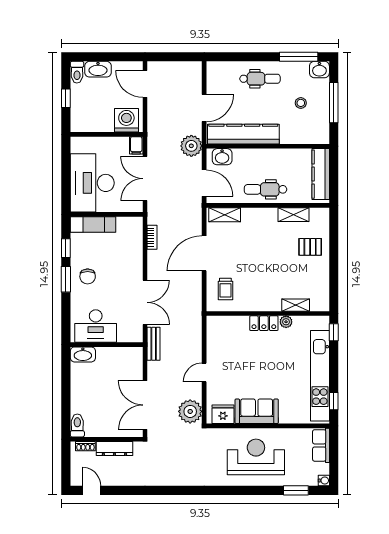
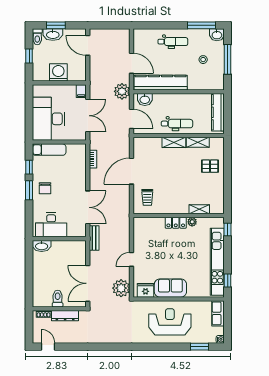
window: (102, 57) -> (56, 25), added
door: (204, 108) -> (132, 63), hinge flipped
washing machine: (126, 120) -> (58, 72), moved
double door: (145, 179) -> (88, 116), swing flipped
dental chair: (266, 189) -> (177, 124), turned 180
shelving: (225, 215) -> (174, 142), moved
toilet: (77, 425) -> (58, 299), moved

